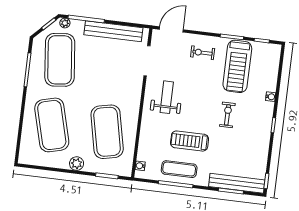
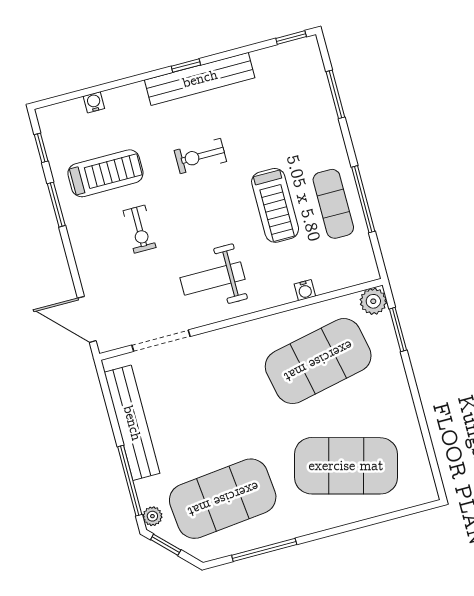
exercise bike: (203, 53) -> (140, 229), moved
treadmill: (237, 66) -> (105, 173), width x0.73, depth x0.73
water cooler: (271, 97) -> (94, 102), moved
exercise mat: (52, 125) -> (346, 466), turned 30
plant: (77, 164) -> (373, 301), moved
water cooler: (140, 166) -> (305, 290), moved
bench: (237, 183) -> (200, 79), moved, turned 90

